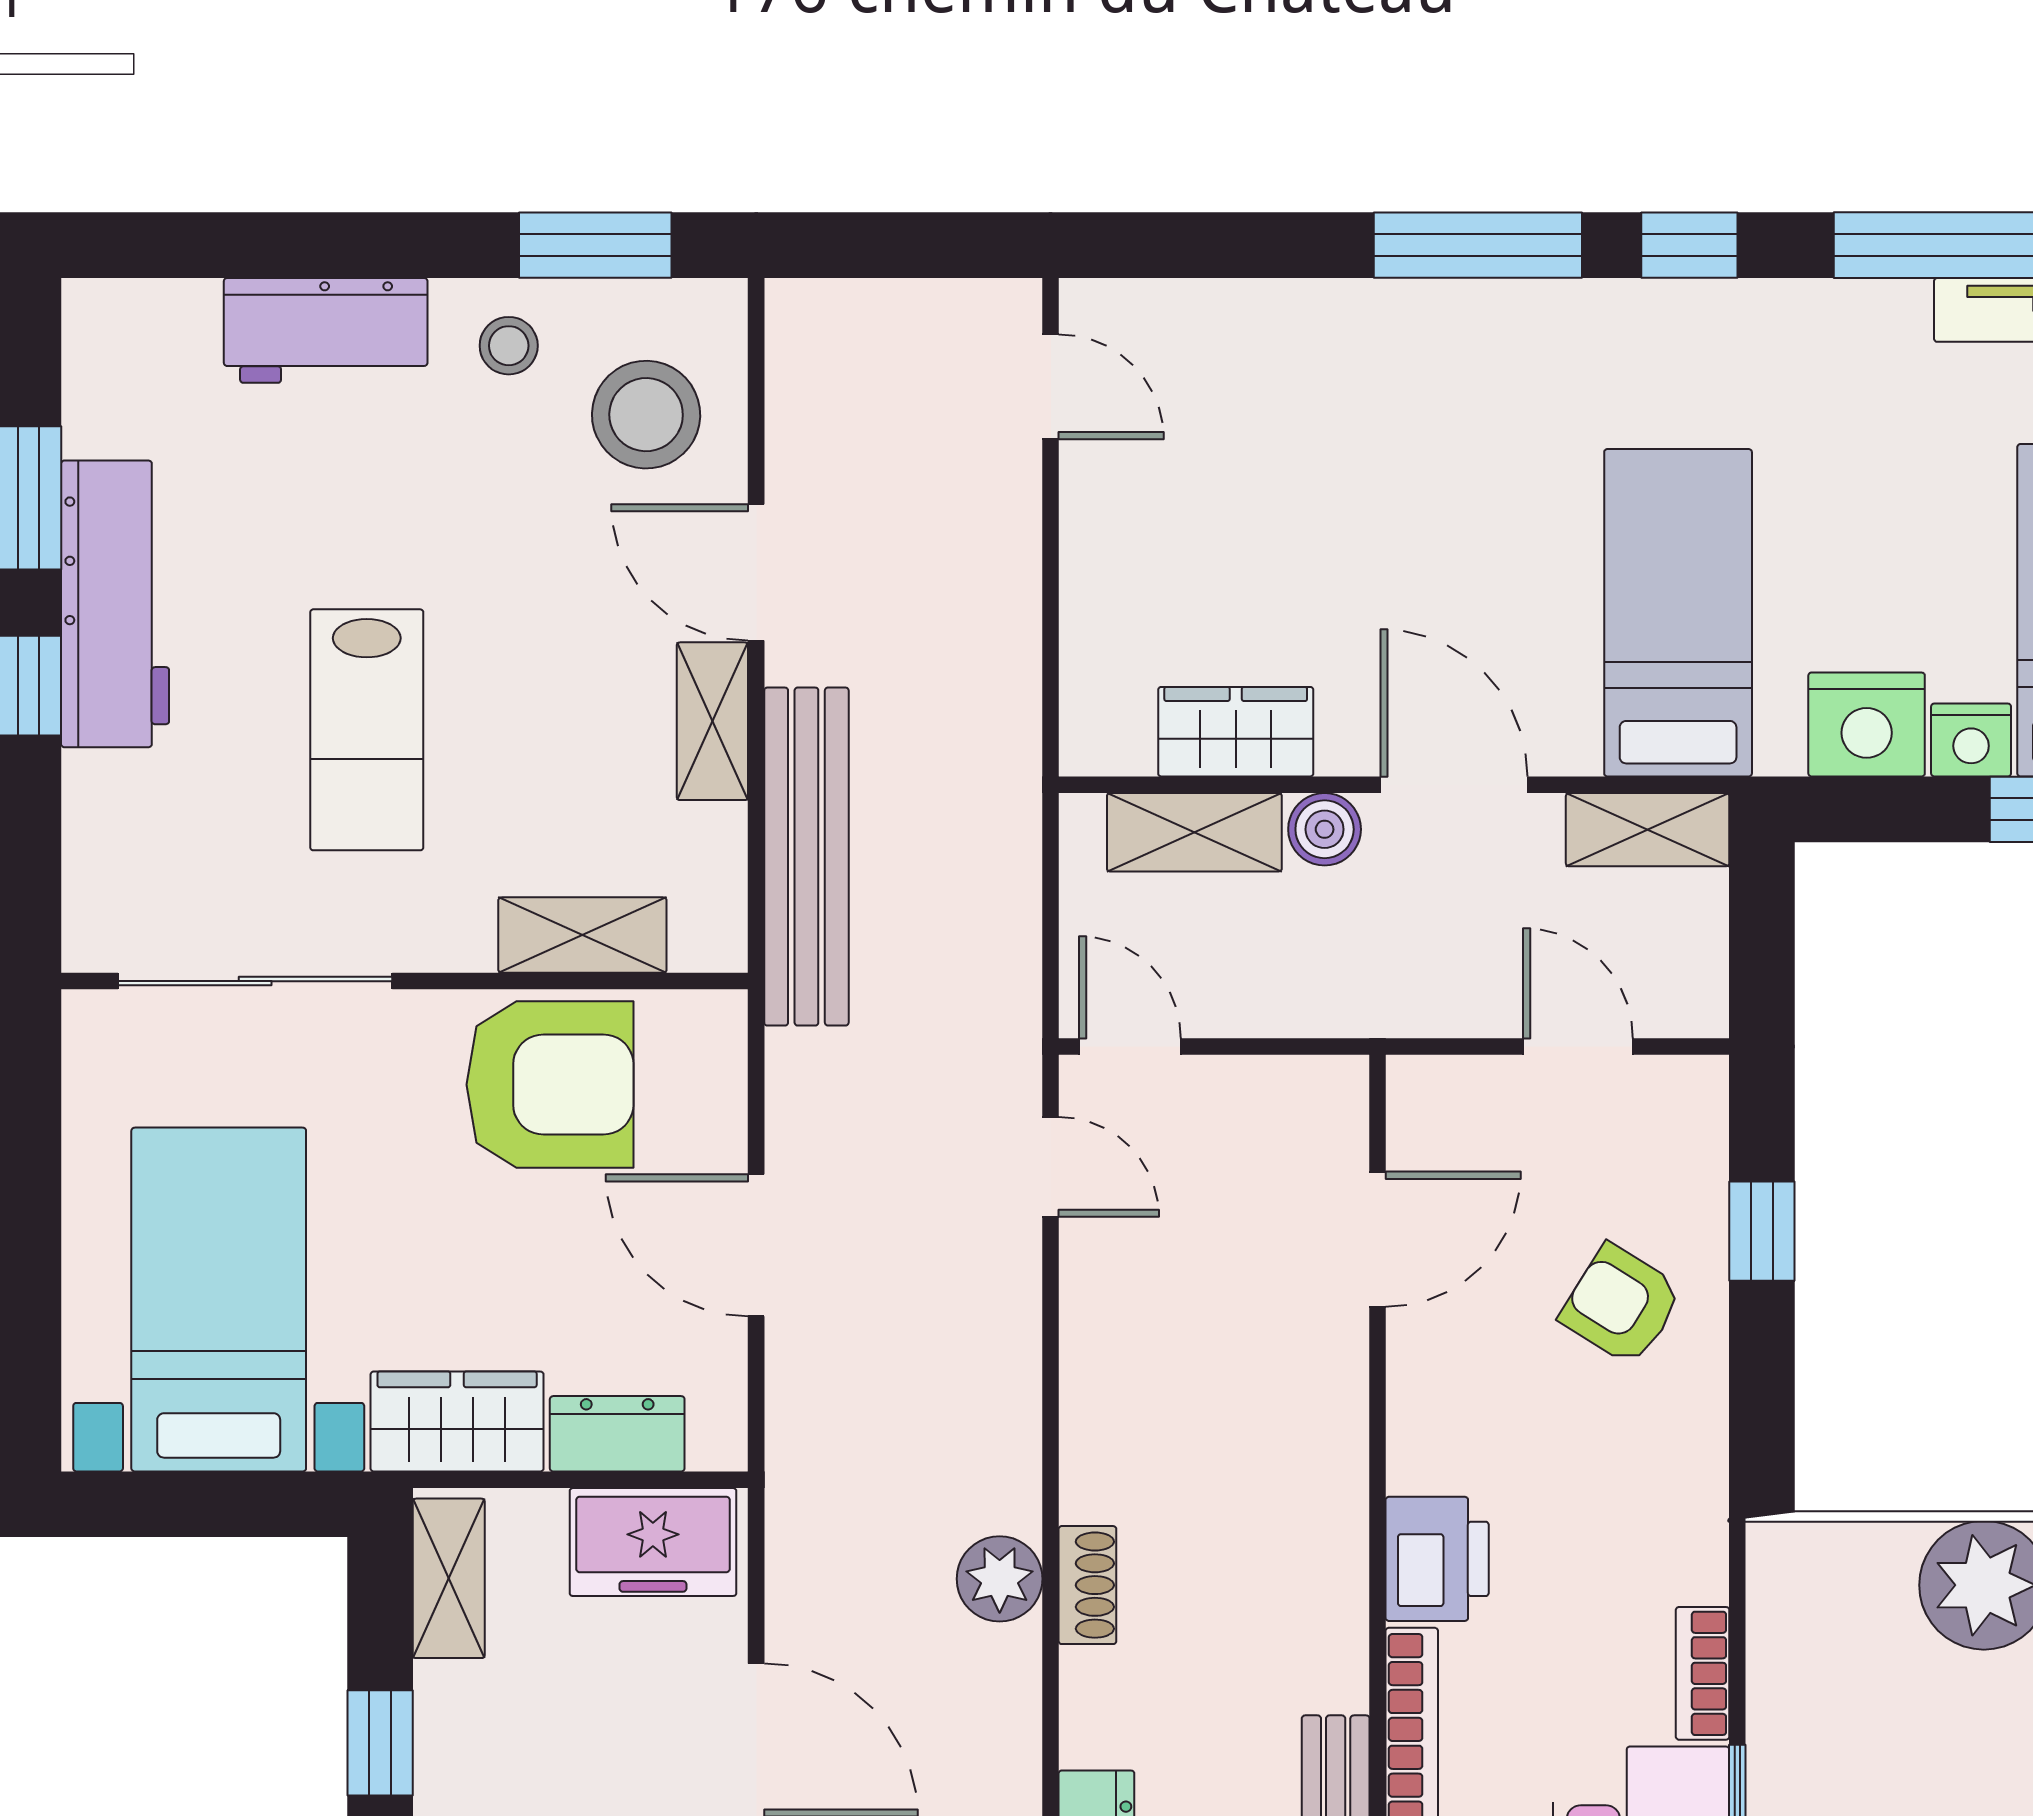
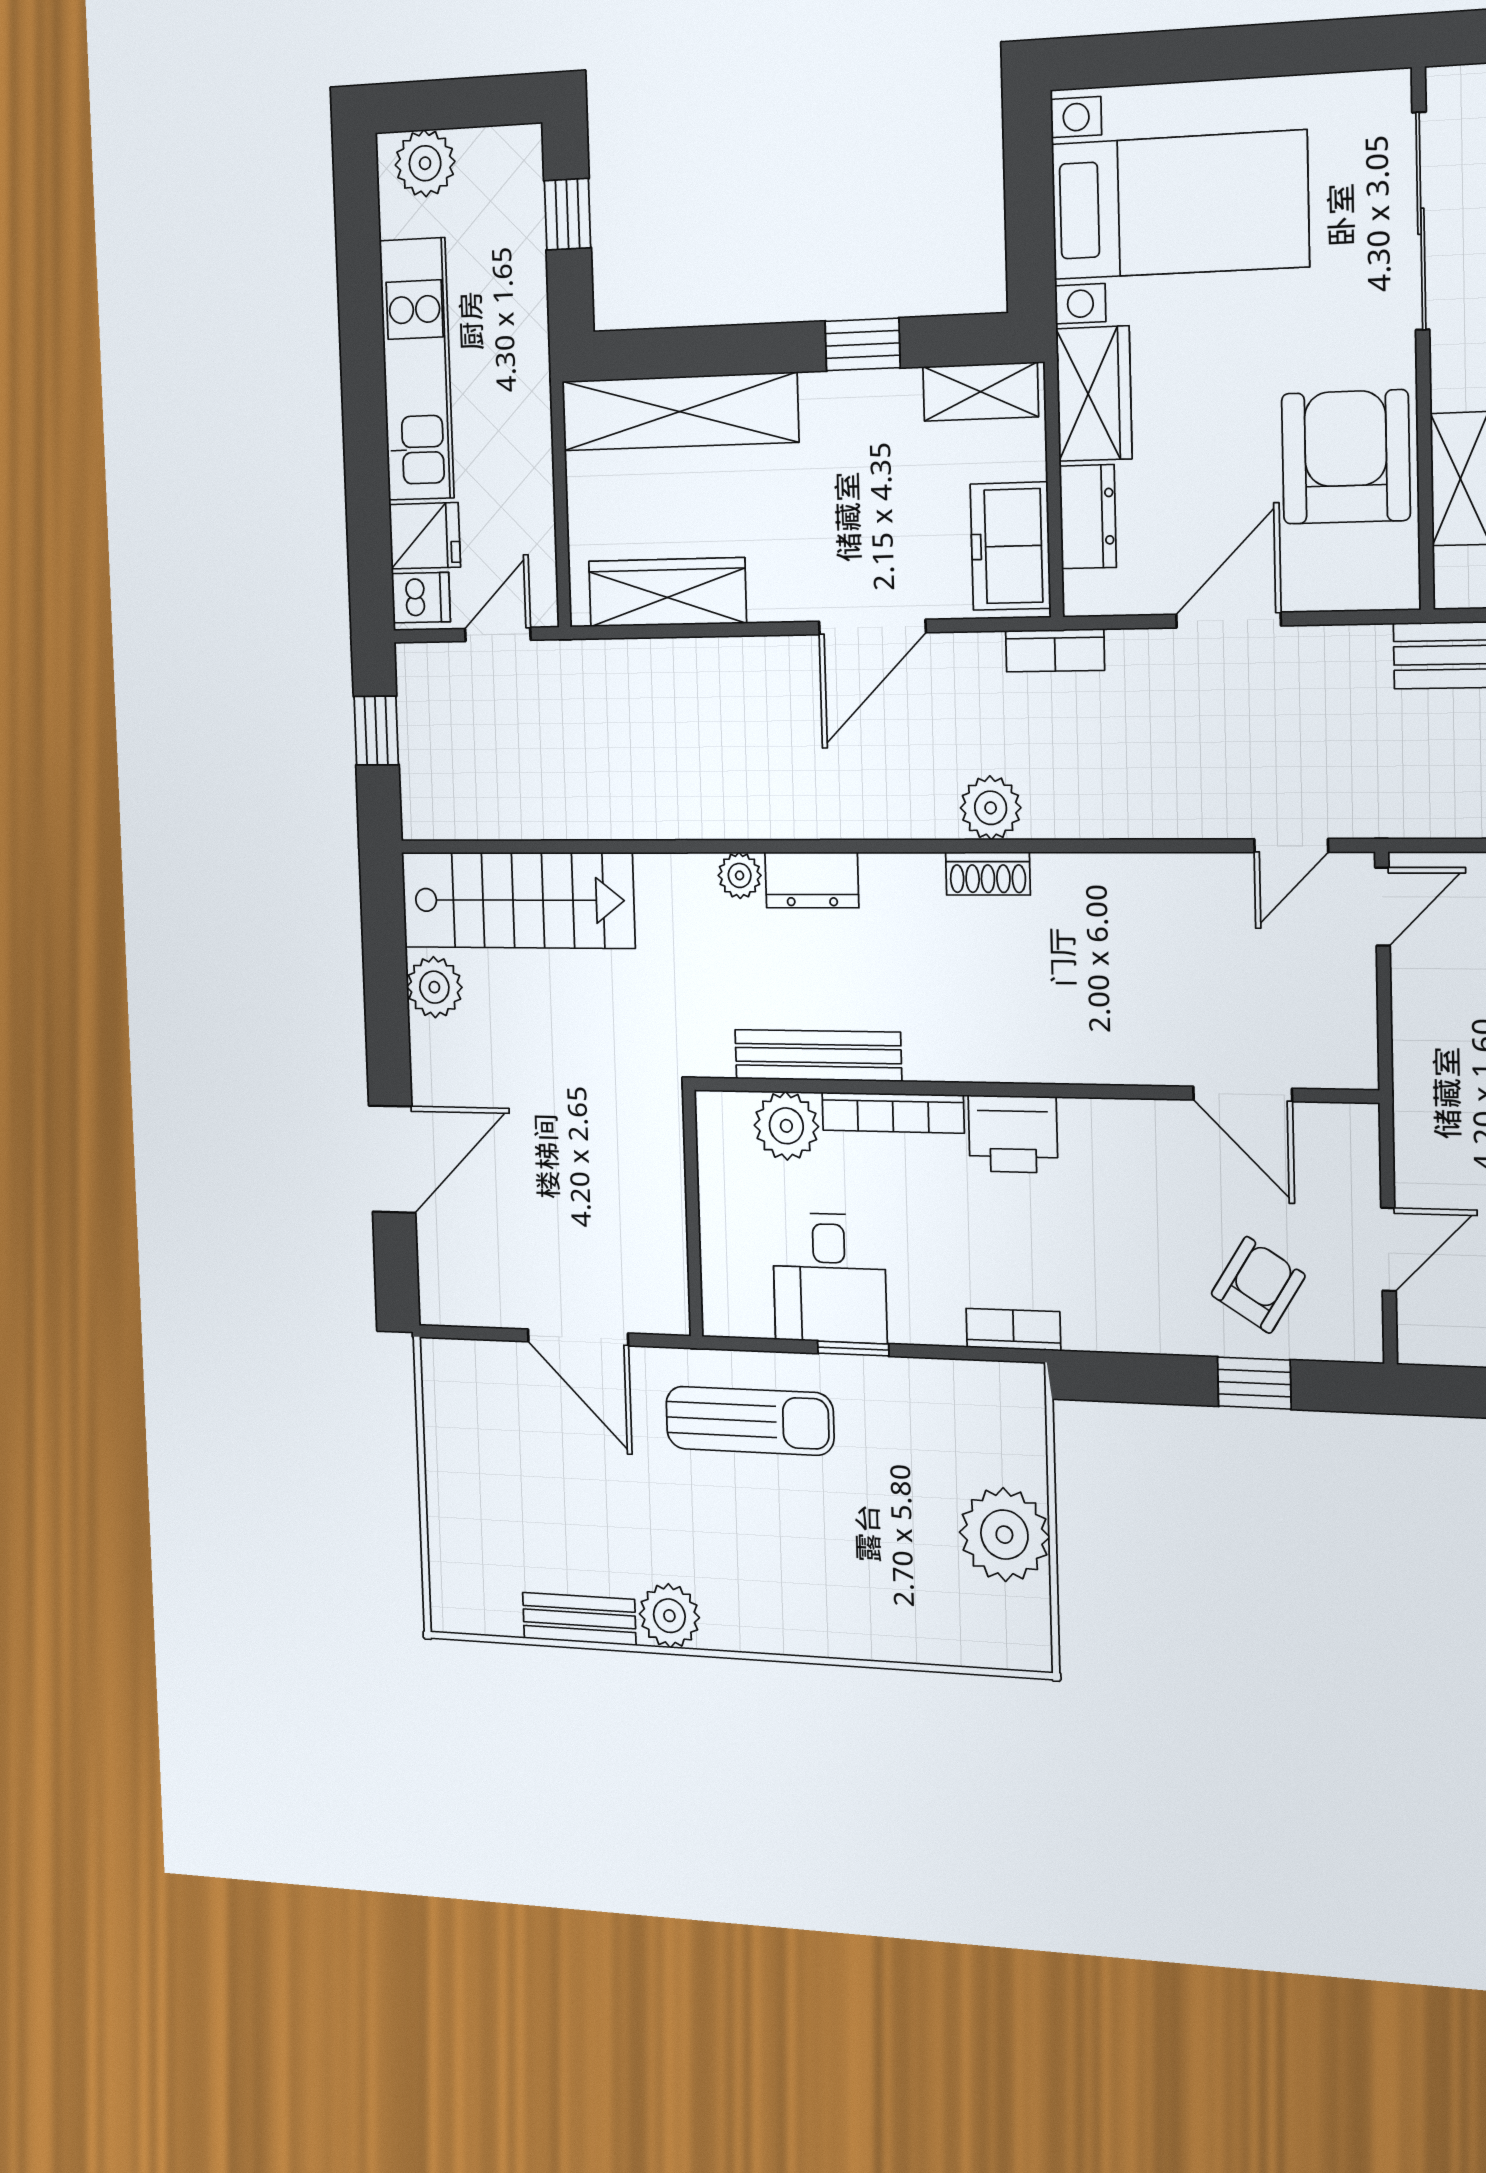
armchair: (550, 1085) -> (1346, 457), turned 180
armchair: (1621, 1305) -> (1258, 1285), moved
bookcase: (792, 1484) -> (1055, 650), added
bookcase: (1703, 1673) -> (1013, 1330), moved

